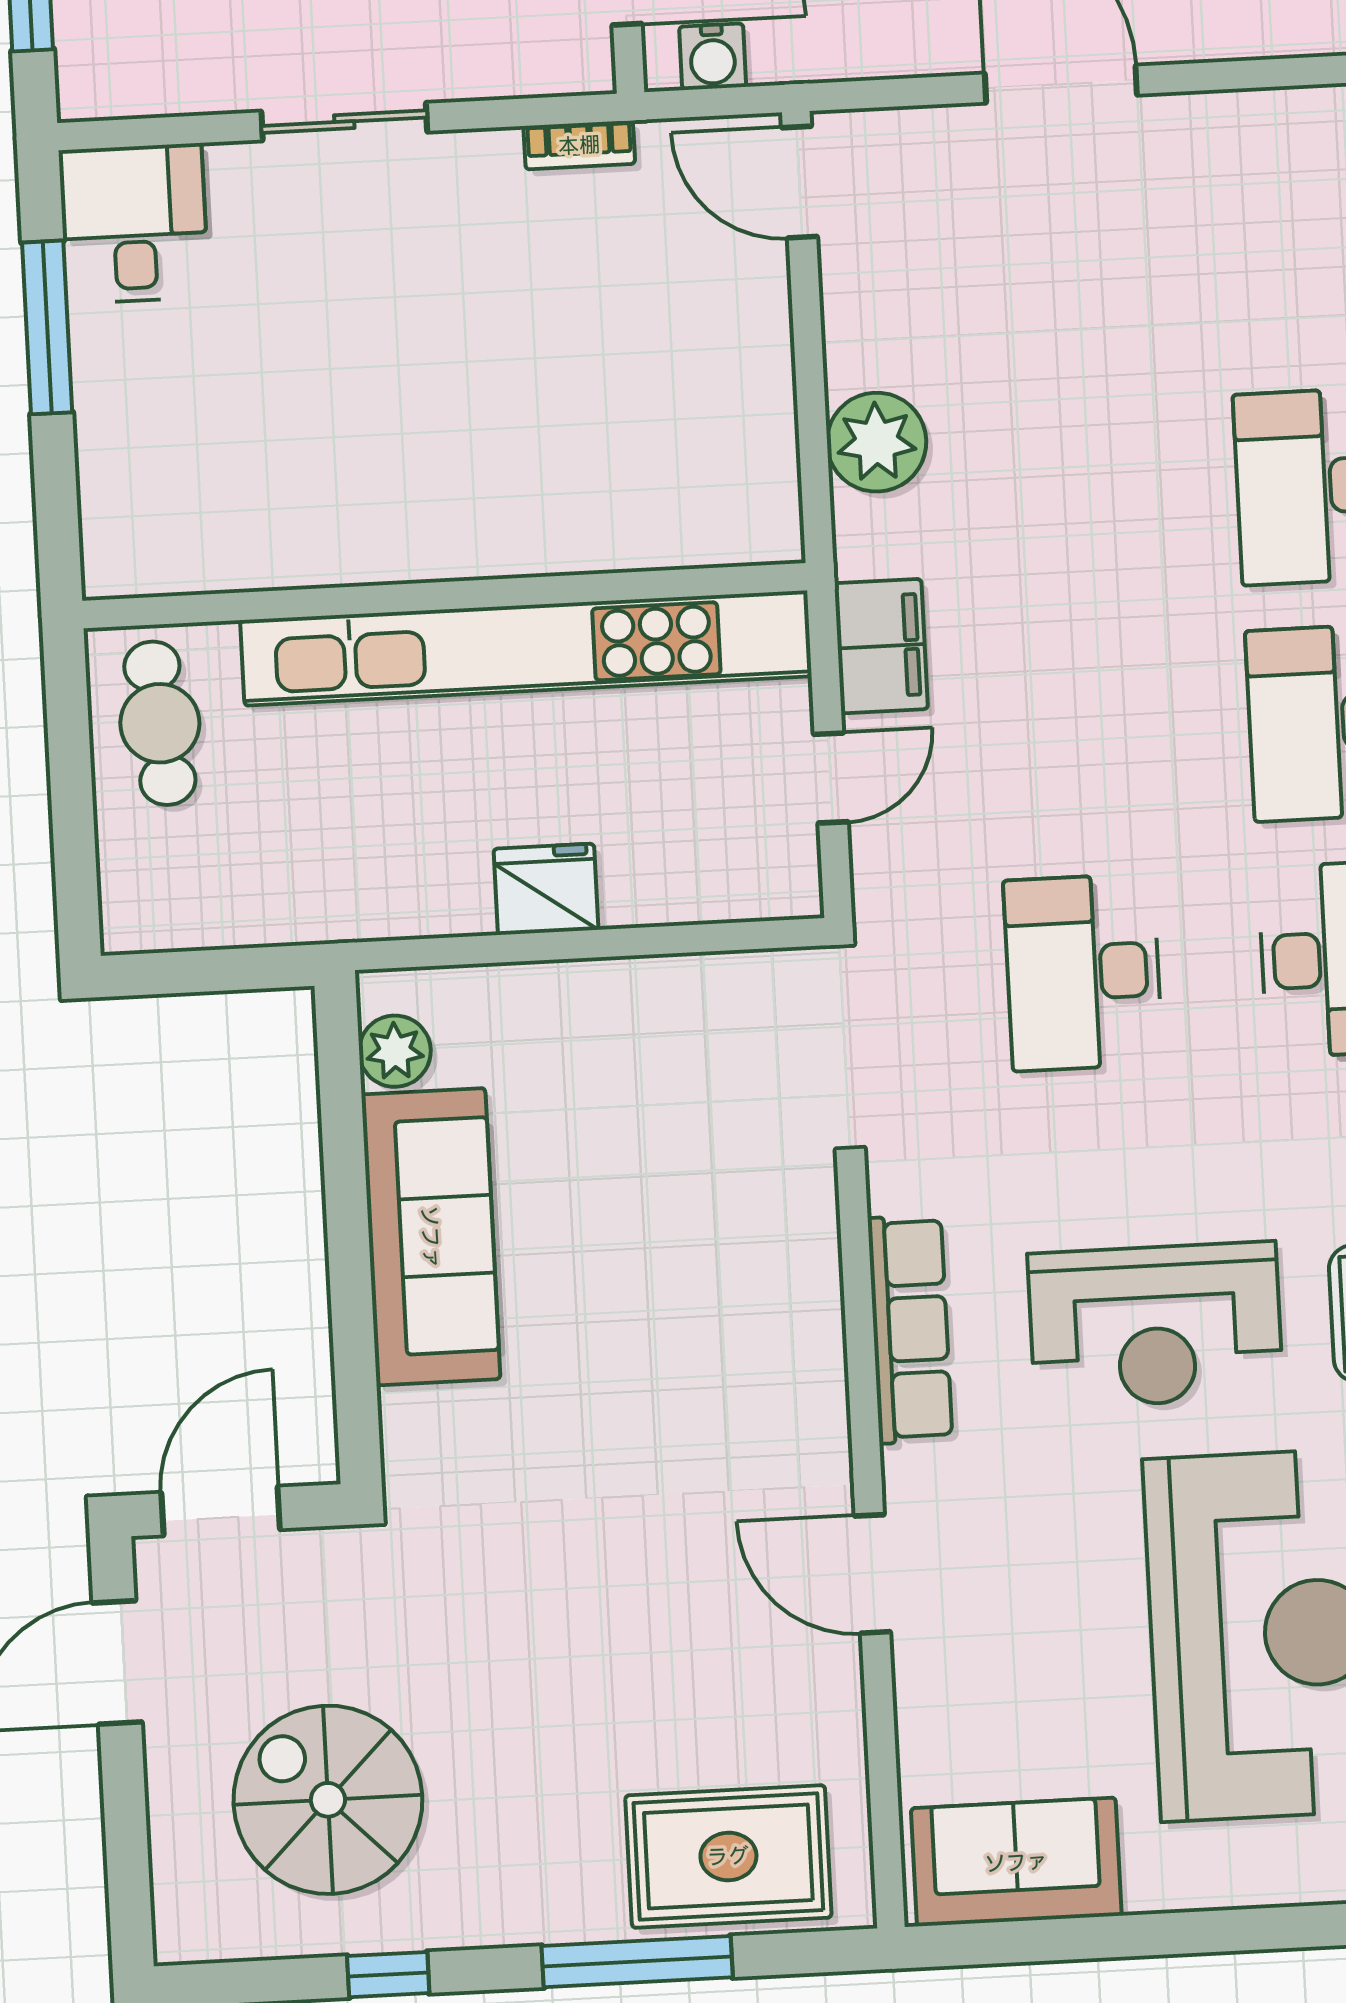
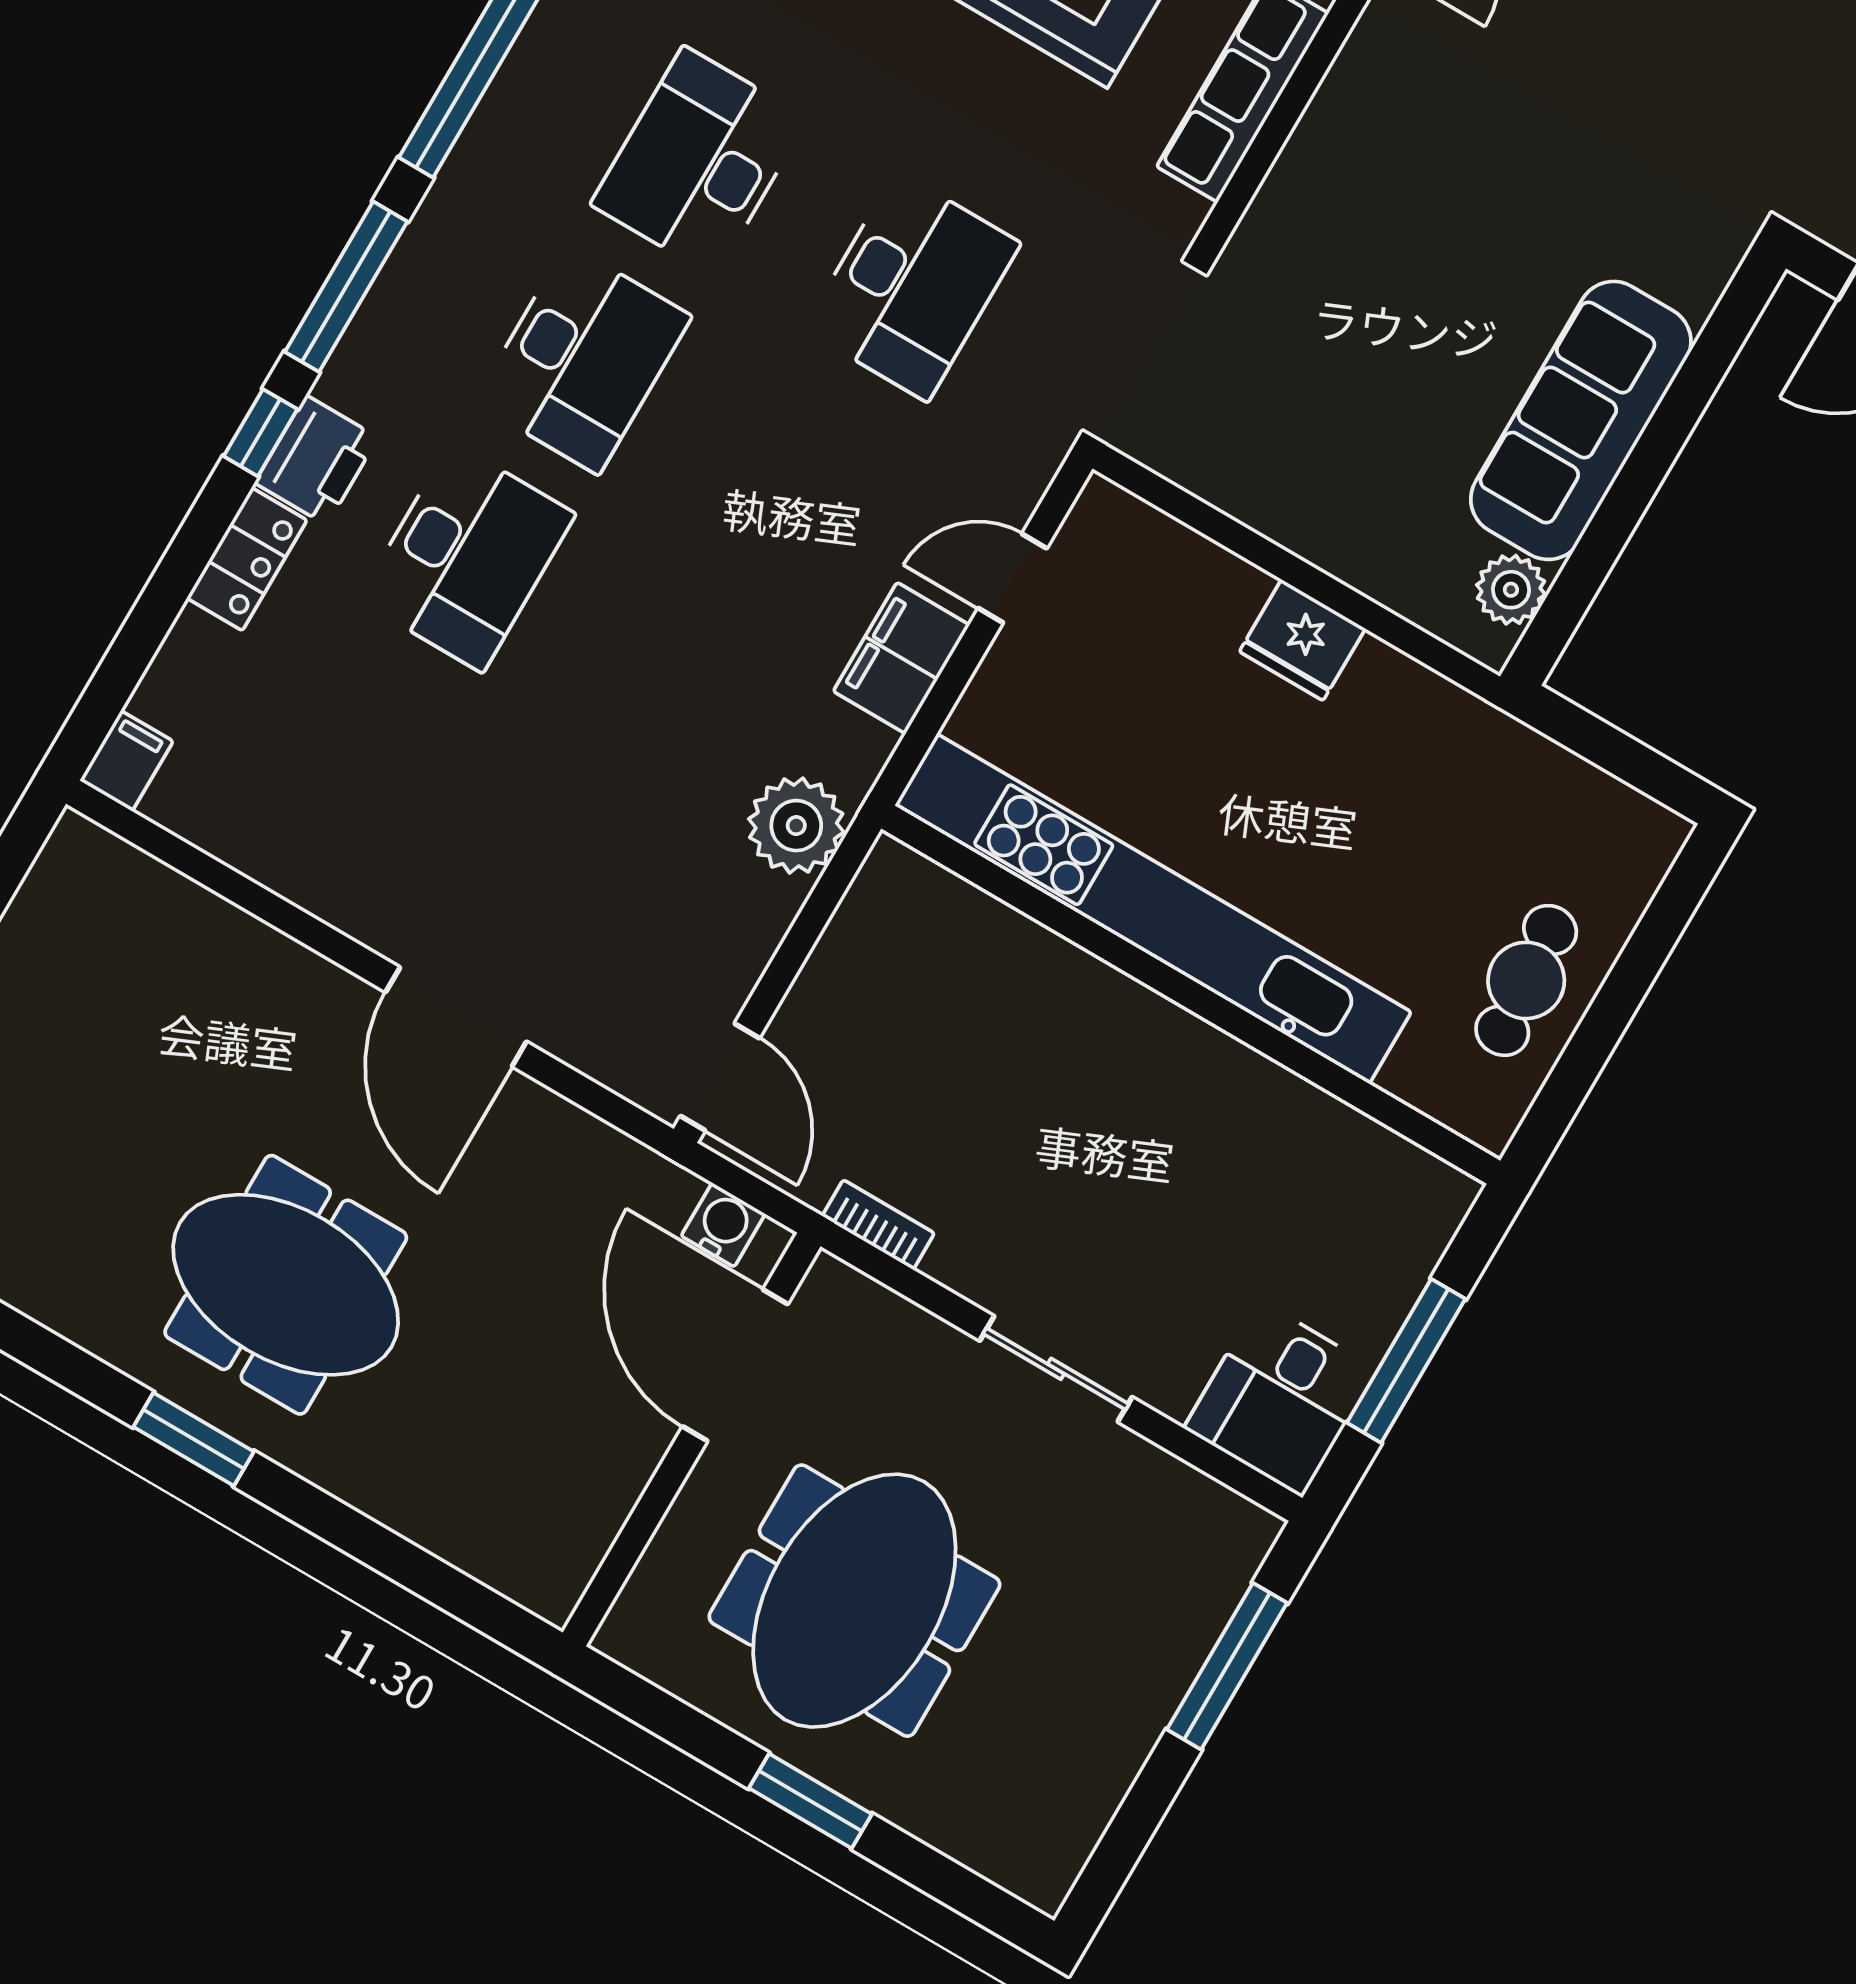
wall: (445, 596) -> (1191, 995), moved
kitchen unit: (526, 648) -> (1153, 909), moved

